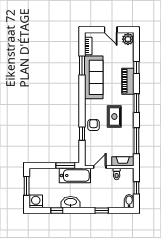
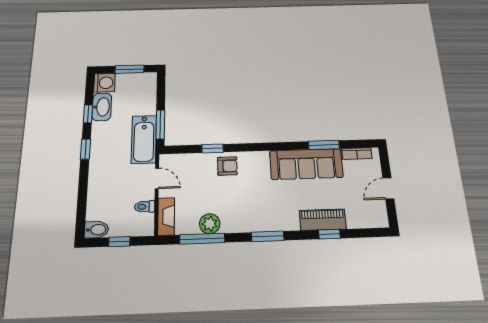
plant: (128, 39) -> (210, 224), moved
piano: (128, 81) -> (323, 220), moved
rug: (114, 116) -> (243, 200), removed
washbasin: (71, 202) -> (102, 107), moved
window: (102, 210) -> (86, 149), moved

